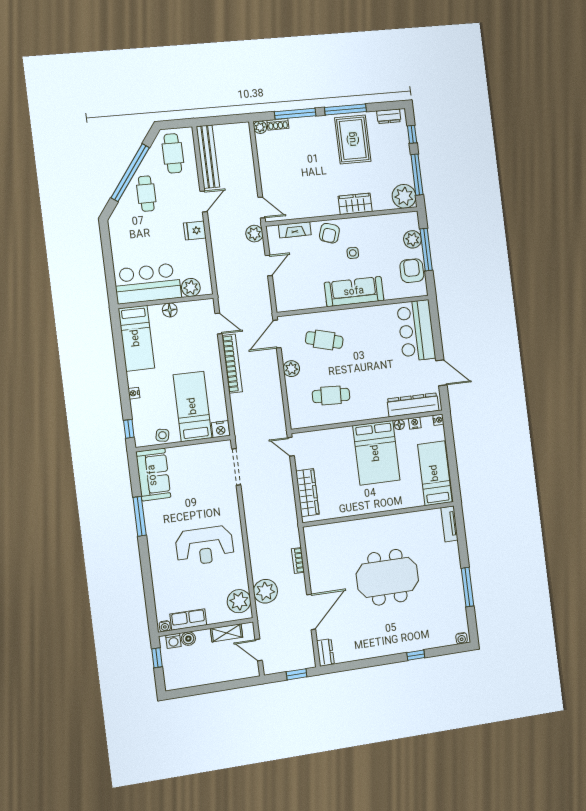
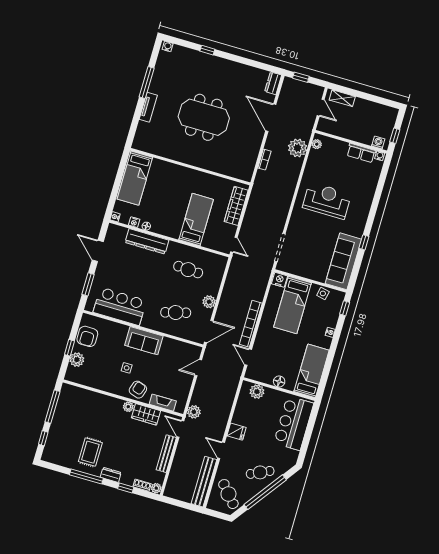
window: (295, 114) -> (126, 488), width x0.46
dresser: (389, 116) -> (111, 475), moved
rug: (353, 139) -> (90, 452), width x0.73, depth x0.70
cafe table: (173, 153) -> (228, 494), turned -41
bench: (266, 172) -> (166, 454), added
cafe table: (146, 194) -> (260, 472), turned 65
plant: (404, 196) -> (128, 407), moved, width x0.53, depth x0.53
door: (204, 201) -> (221, 450), hinge flipped
wardrobe: (355, 204) -> (146, 414), moved
window: (426, 250) -> (70, 348), width x0.46
door: (269, 265) -> (198, 368), moved
bar counter: (148, 284) -> (294, 423), moved, turned 90
sofa: (354, 292) -> (144, 341), width x0.73
window: (436, 330) -> (88, 284), added
bar counter: (416, 331) -> (120, 306), moved, turned -90
cafe table: (324, 340) -> (176, 313), turned -30
dresser: (413, 405) -> (147, 241), moved
bed: (376, 453) -> (196, 220), moved, width x0.67
sofa: (153, 475) -> (343, 261), width x1.36
window: (140, 516) -> (364, 242), width x0.46
tv unit: (450, 524) -> (148, 107), moved
plant: (239, 601) -> (317, 144), width x0.53, depth x0.53
door: (311, 612) -> (271, 118), hinge flipped
shelving: (227, 633) -> (342, 98), moved
boiler: (188, 639) -> (367, 139), removed

